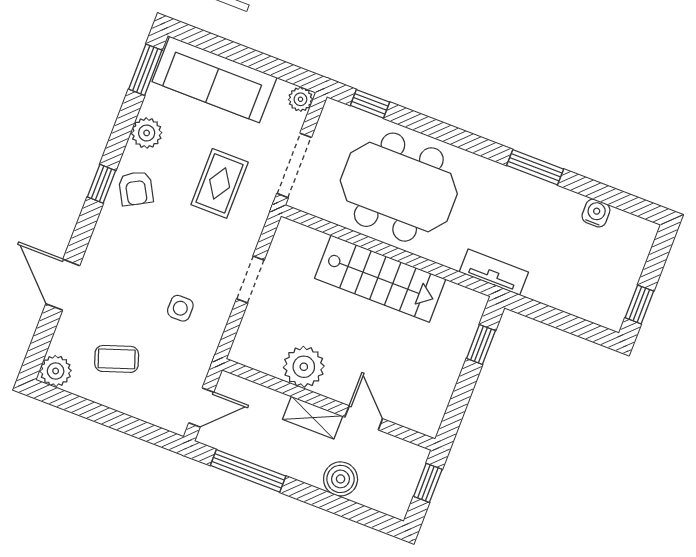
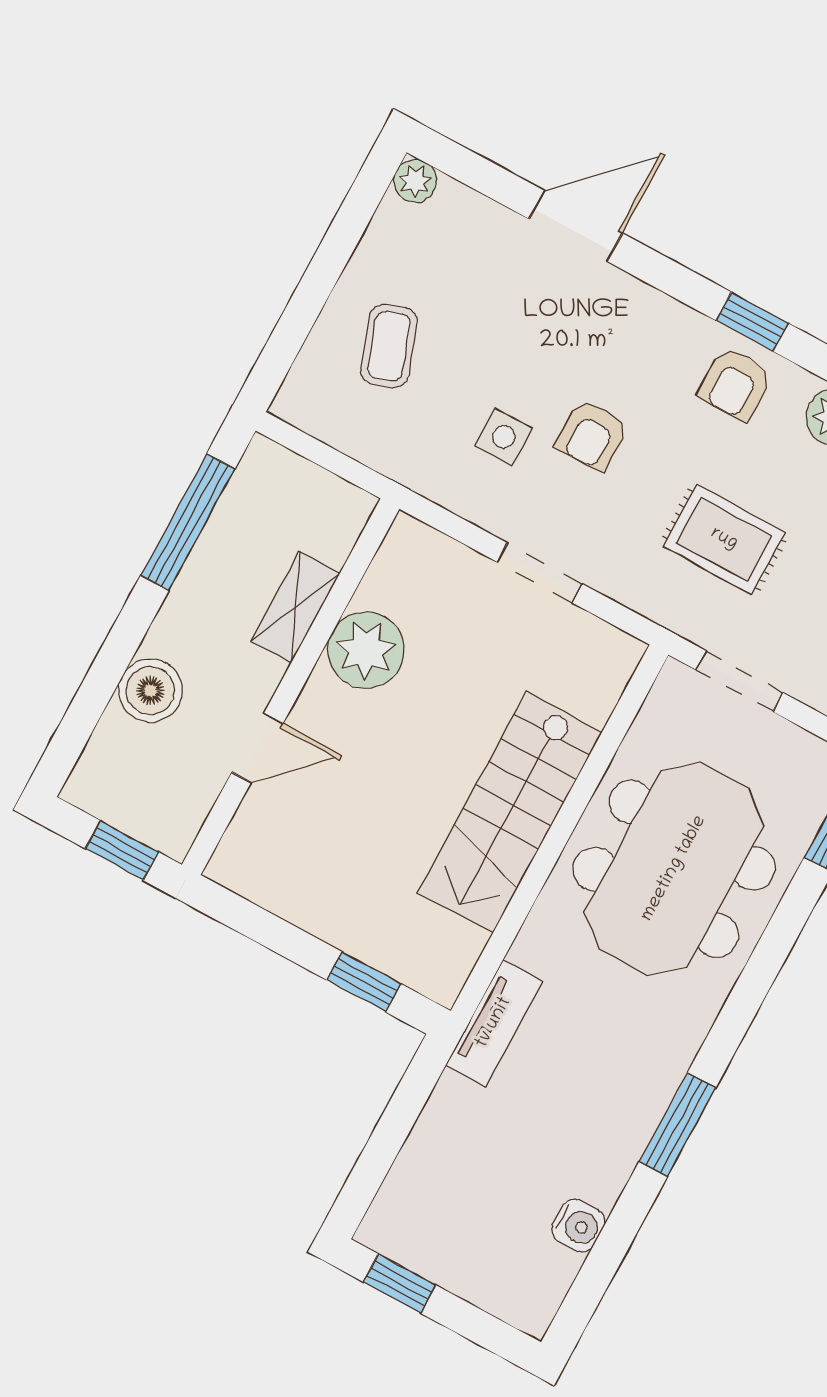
doorway: (294, 165) -> (739, 681), width x0.73
armchair: (136, 188) -> (735, 384), turned -61
armchair: (173, 261) -> (592, 435), added
coffee table: (117, 359) -> (389, 346), moved
plant: (56, 371) -> (415, 181), width x0.73, depth x0.73
door: (201, 408) -> (316, 451), removed
shelving: (313, 418) -> (295, 607), moved

